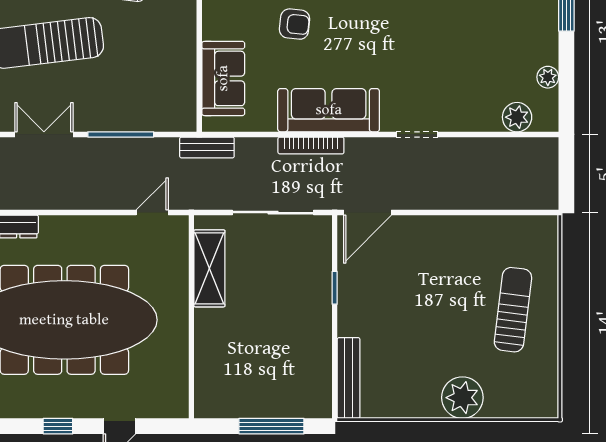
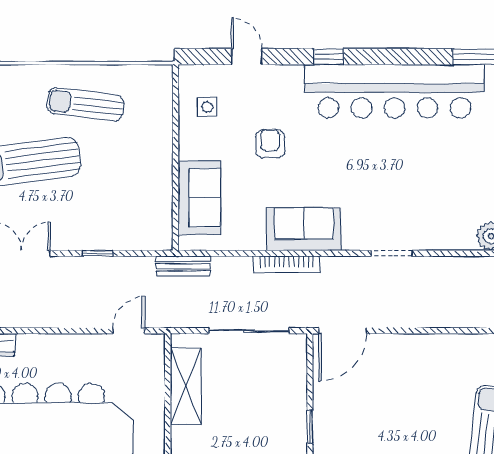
armchair: (295, 24) -> (270, 144), turned -96
sofa: (329, 110) -> (304, 229), width x0.73
window: (121, 134) -> (98, 253), width x0.46
window: (335, 288) -> (310, 427), moved

